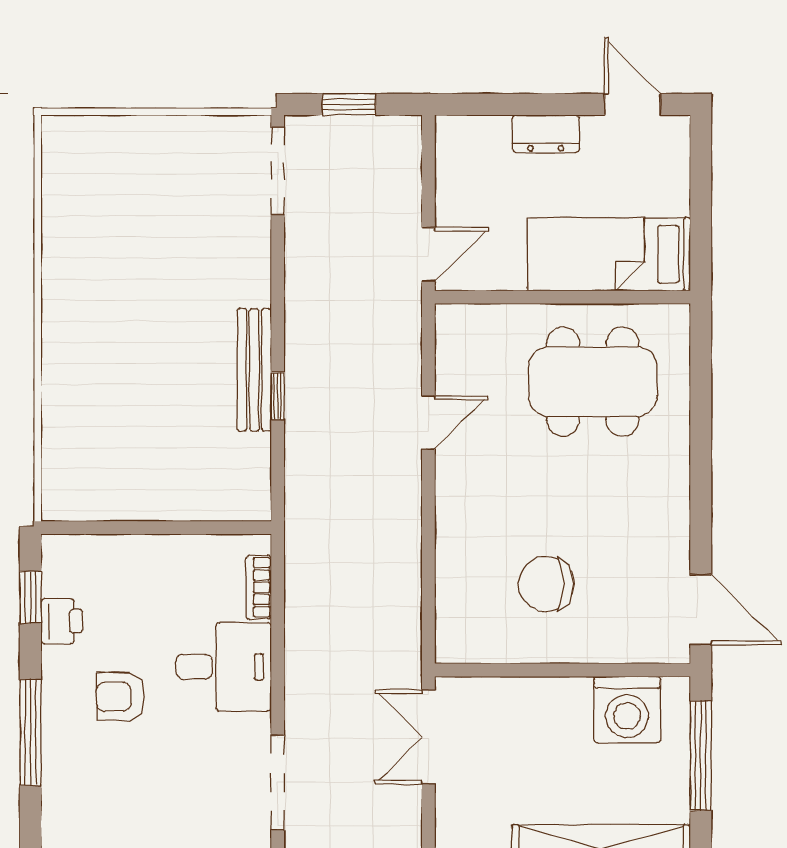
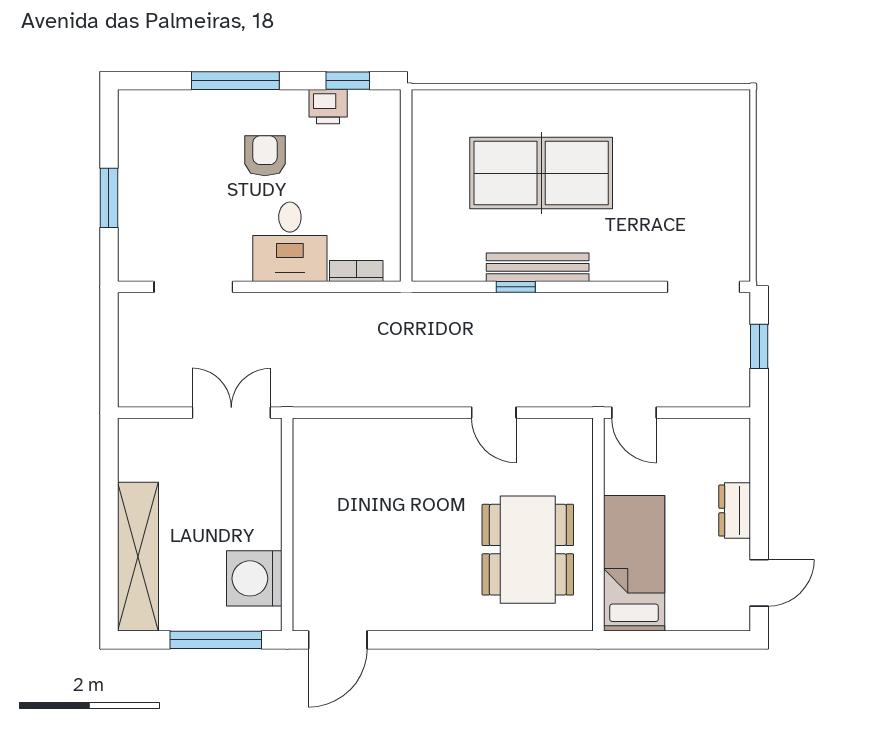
table tennis table: (141, 366) -> (541, 173), added
chair: (546, 584) -> (359, 511), removed

